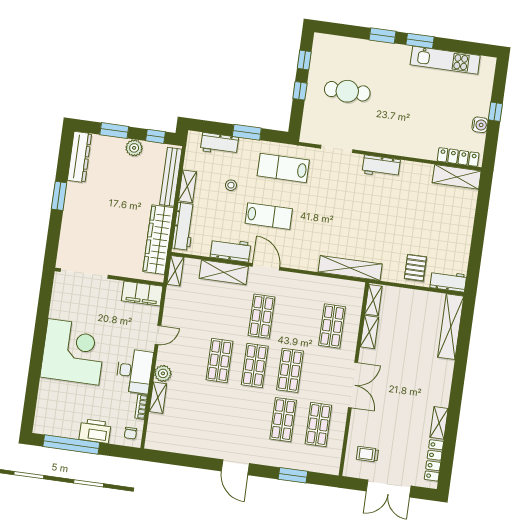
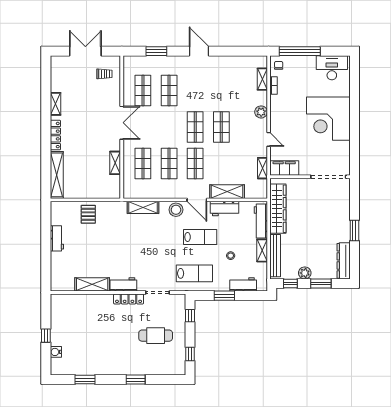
window: (420, 41) -> (85, 380), moved
kitchen unit: (445, 60) -> (88, 368), removed
window: (300, 91) -> (190, 316), moved
water cooler: (480, 125) -> (56, 352), moved
locker: (458, 157) -> (129, 299), moved
shelving: (457, 177) -> (92, 284), moved
lab bench: (269, 216) -> (200, 237), turned 180
stool: (296, 257) -> (176, 210), added
shelving: (350, 268) -> (143, 207), width x0.68
shelving: (175, 271) -> (262, 168), moved
workbench: (448, 281) -> (57, 238), moved, turned -90
shelving: (373, 300) -> (116, 186), removed
door: (158, 335) -> (269, 139), swing flipped
shop shelf: (290, 370) -> (169, 164), moved
desk: (134, 371) -> (332, 68), moved, turned 90
double door: (353, 385) -> (122, 123), swing flipped
shelving: (158, 398) -> (262, 79), moved
printer: (95, 431) -> (305, 63), removed
window: (71, 444) -> (300, 51), moved
locker: (434, 460) -> (55, 135), moved

